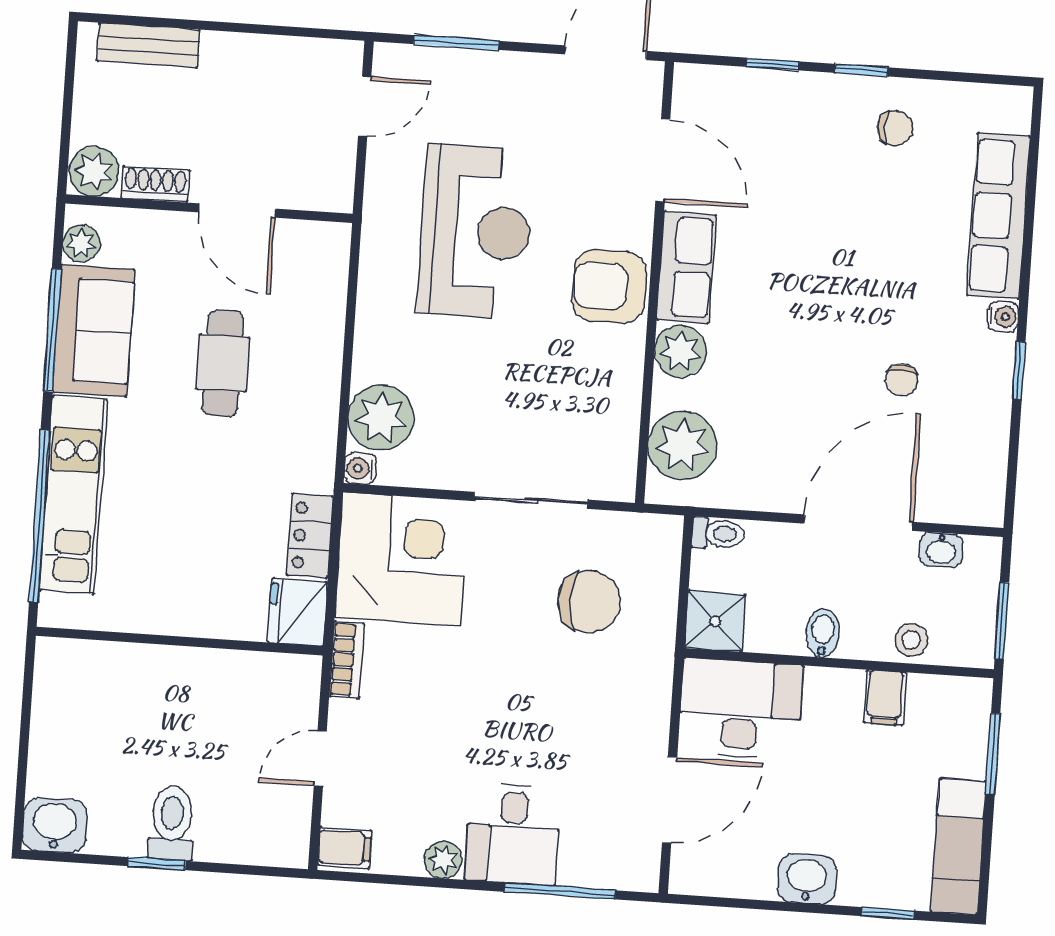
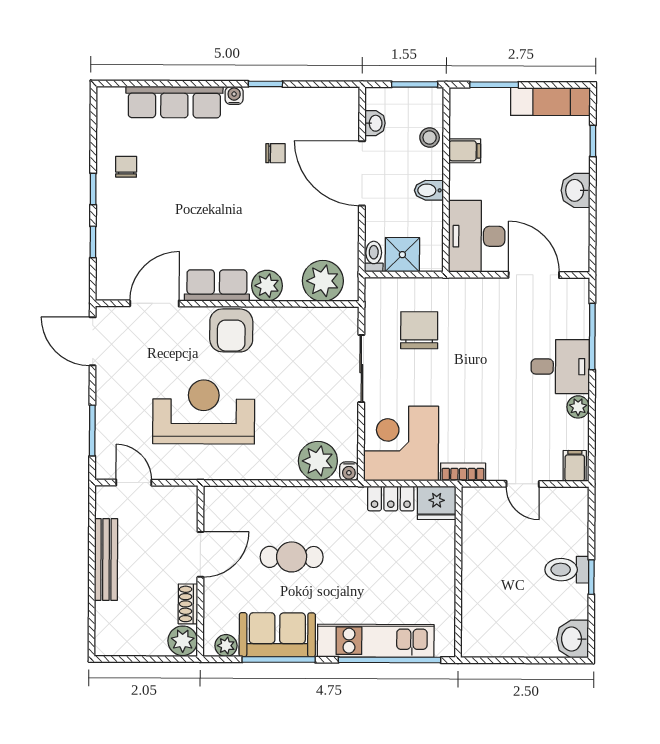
bench: (149, 45) -> (106, 559), moved, width x1.36
shower: (715, 621) -> (402, 255), moved

